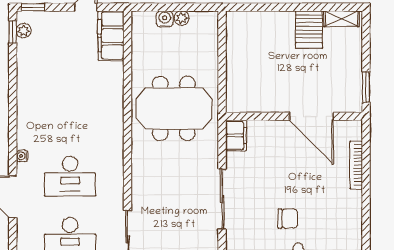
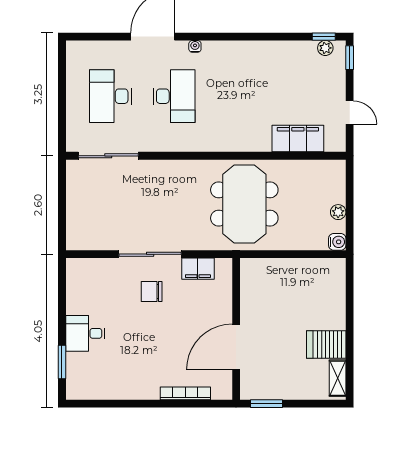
water cooler: (165, 19) -> (337, 242), moved
filing cabinet: (111, 36) -> (298, 139), moved
filing cabinet: (236, 135) -> (198, 269), moved
desk: (70, 176) -> (174, 96), turned 180
chair: (288, 219) -> (152, 291), moved, turned 90

